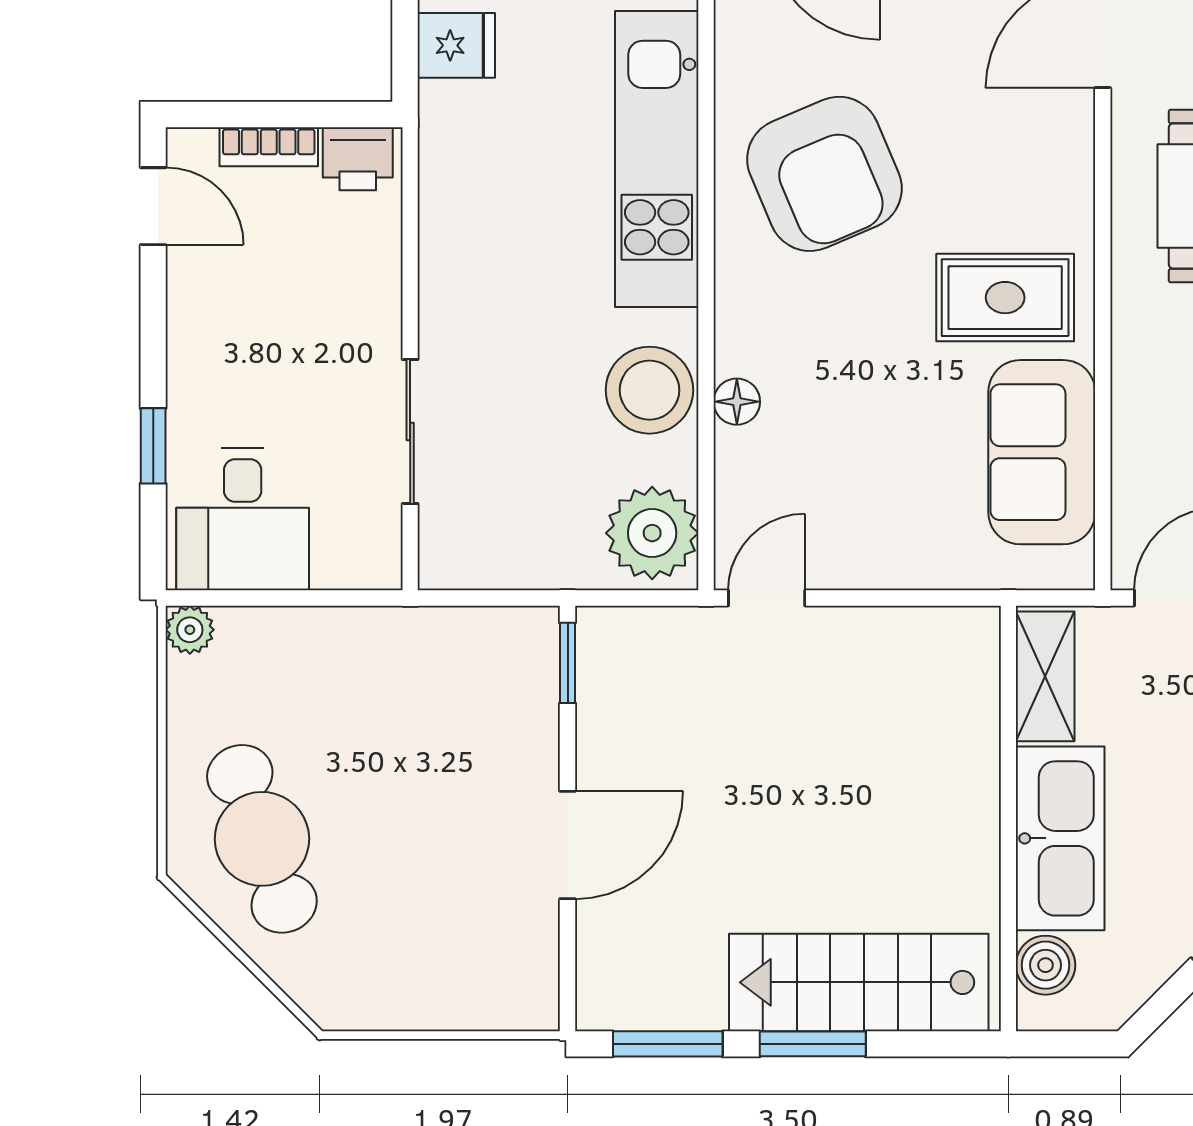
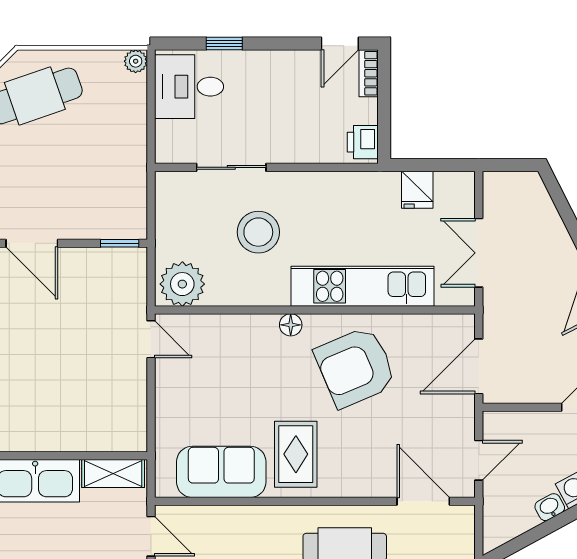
bookcase: (269, 147) -> (369, 73), moved
stool: (649, 390) -> (258, 232), moved
floor lamp: (737, 402) -> (291, 325), moved

